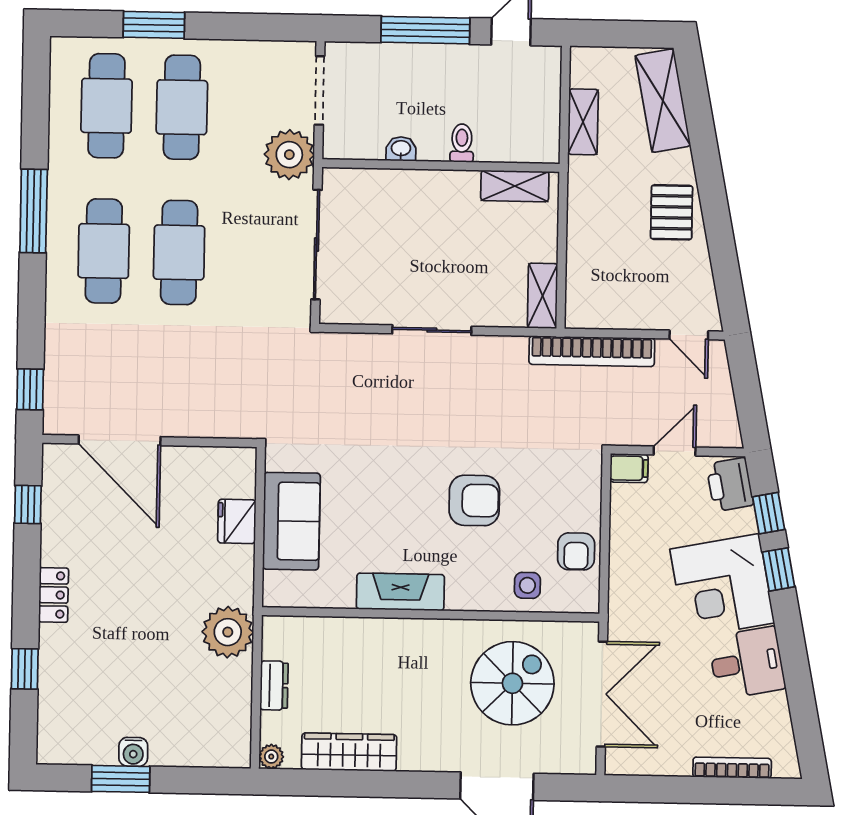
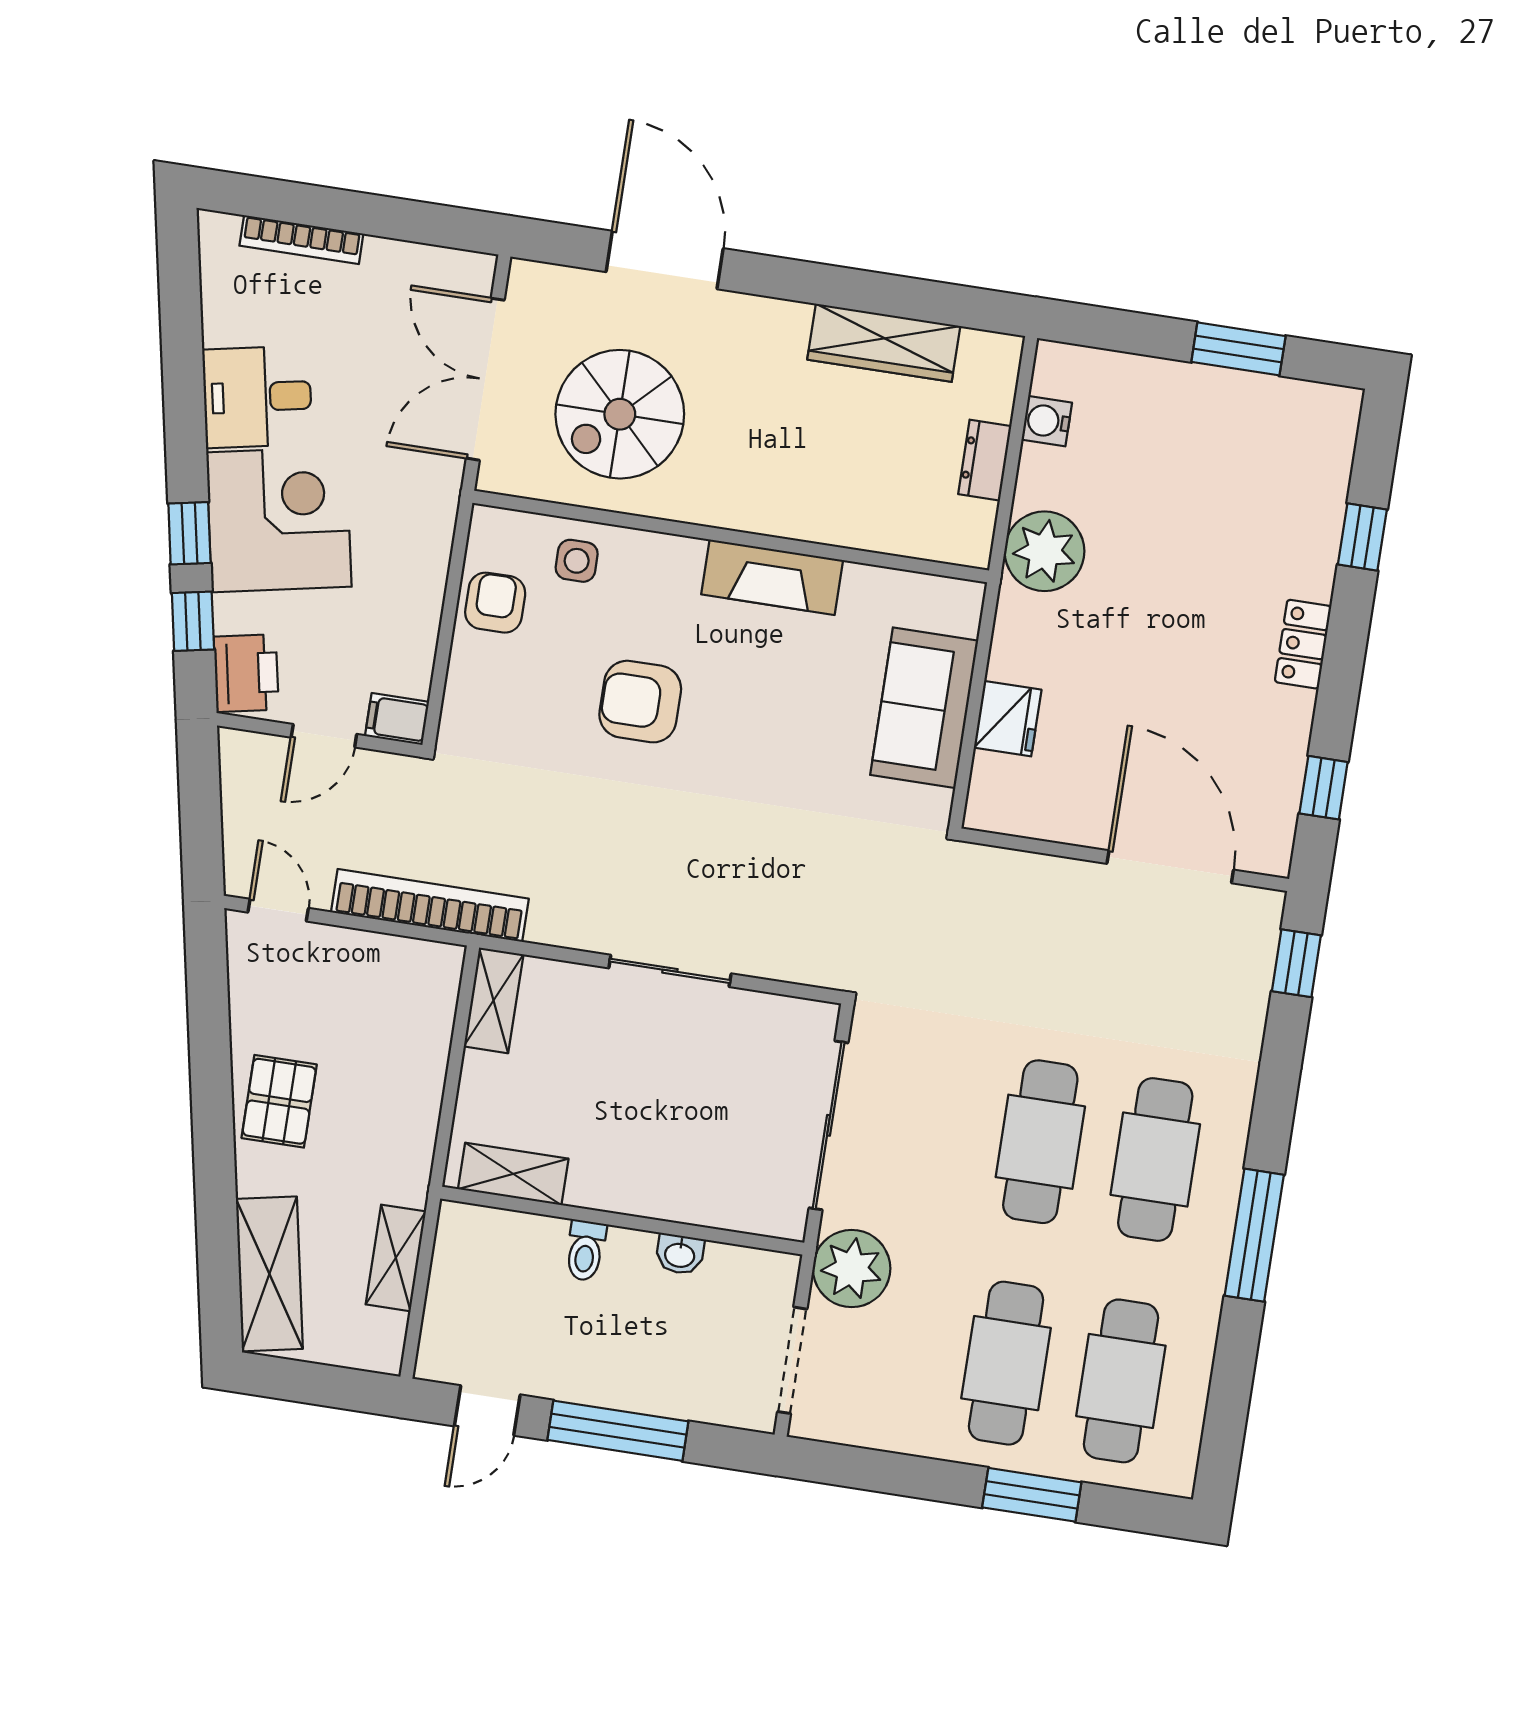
water cooler: (133, 752) -> (1047, 421), moved, turned -90
plant: (271, 757) -> (1004, 352), removed

